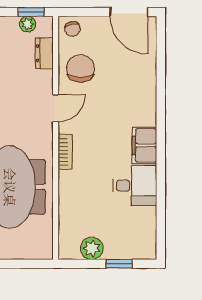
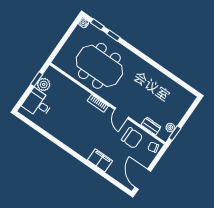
door: (129, 12) -> (143, 179), hinge flipped
filing cabinet: (144, 145) -> (100, 160), moved
desk: (135, 186) -> (38, 103), moved, turned 90
window: (119, 264) -> (37, 79), moved

